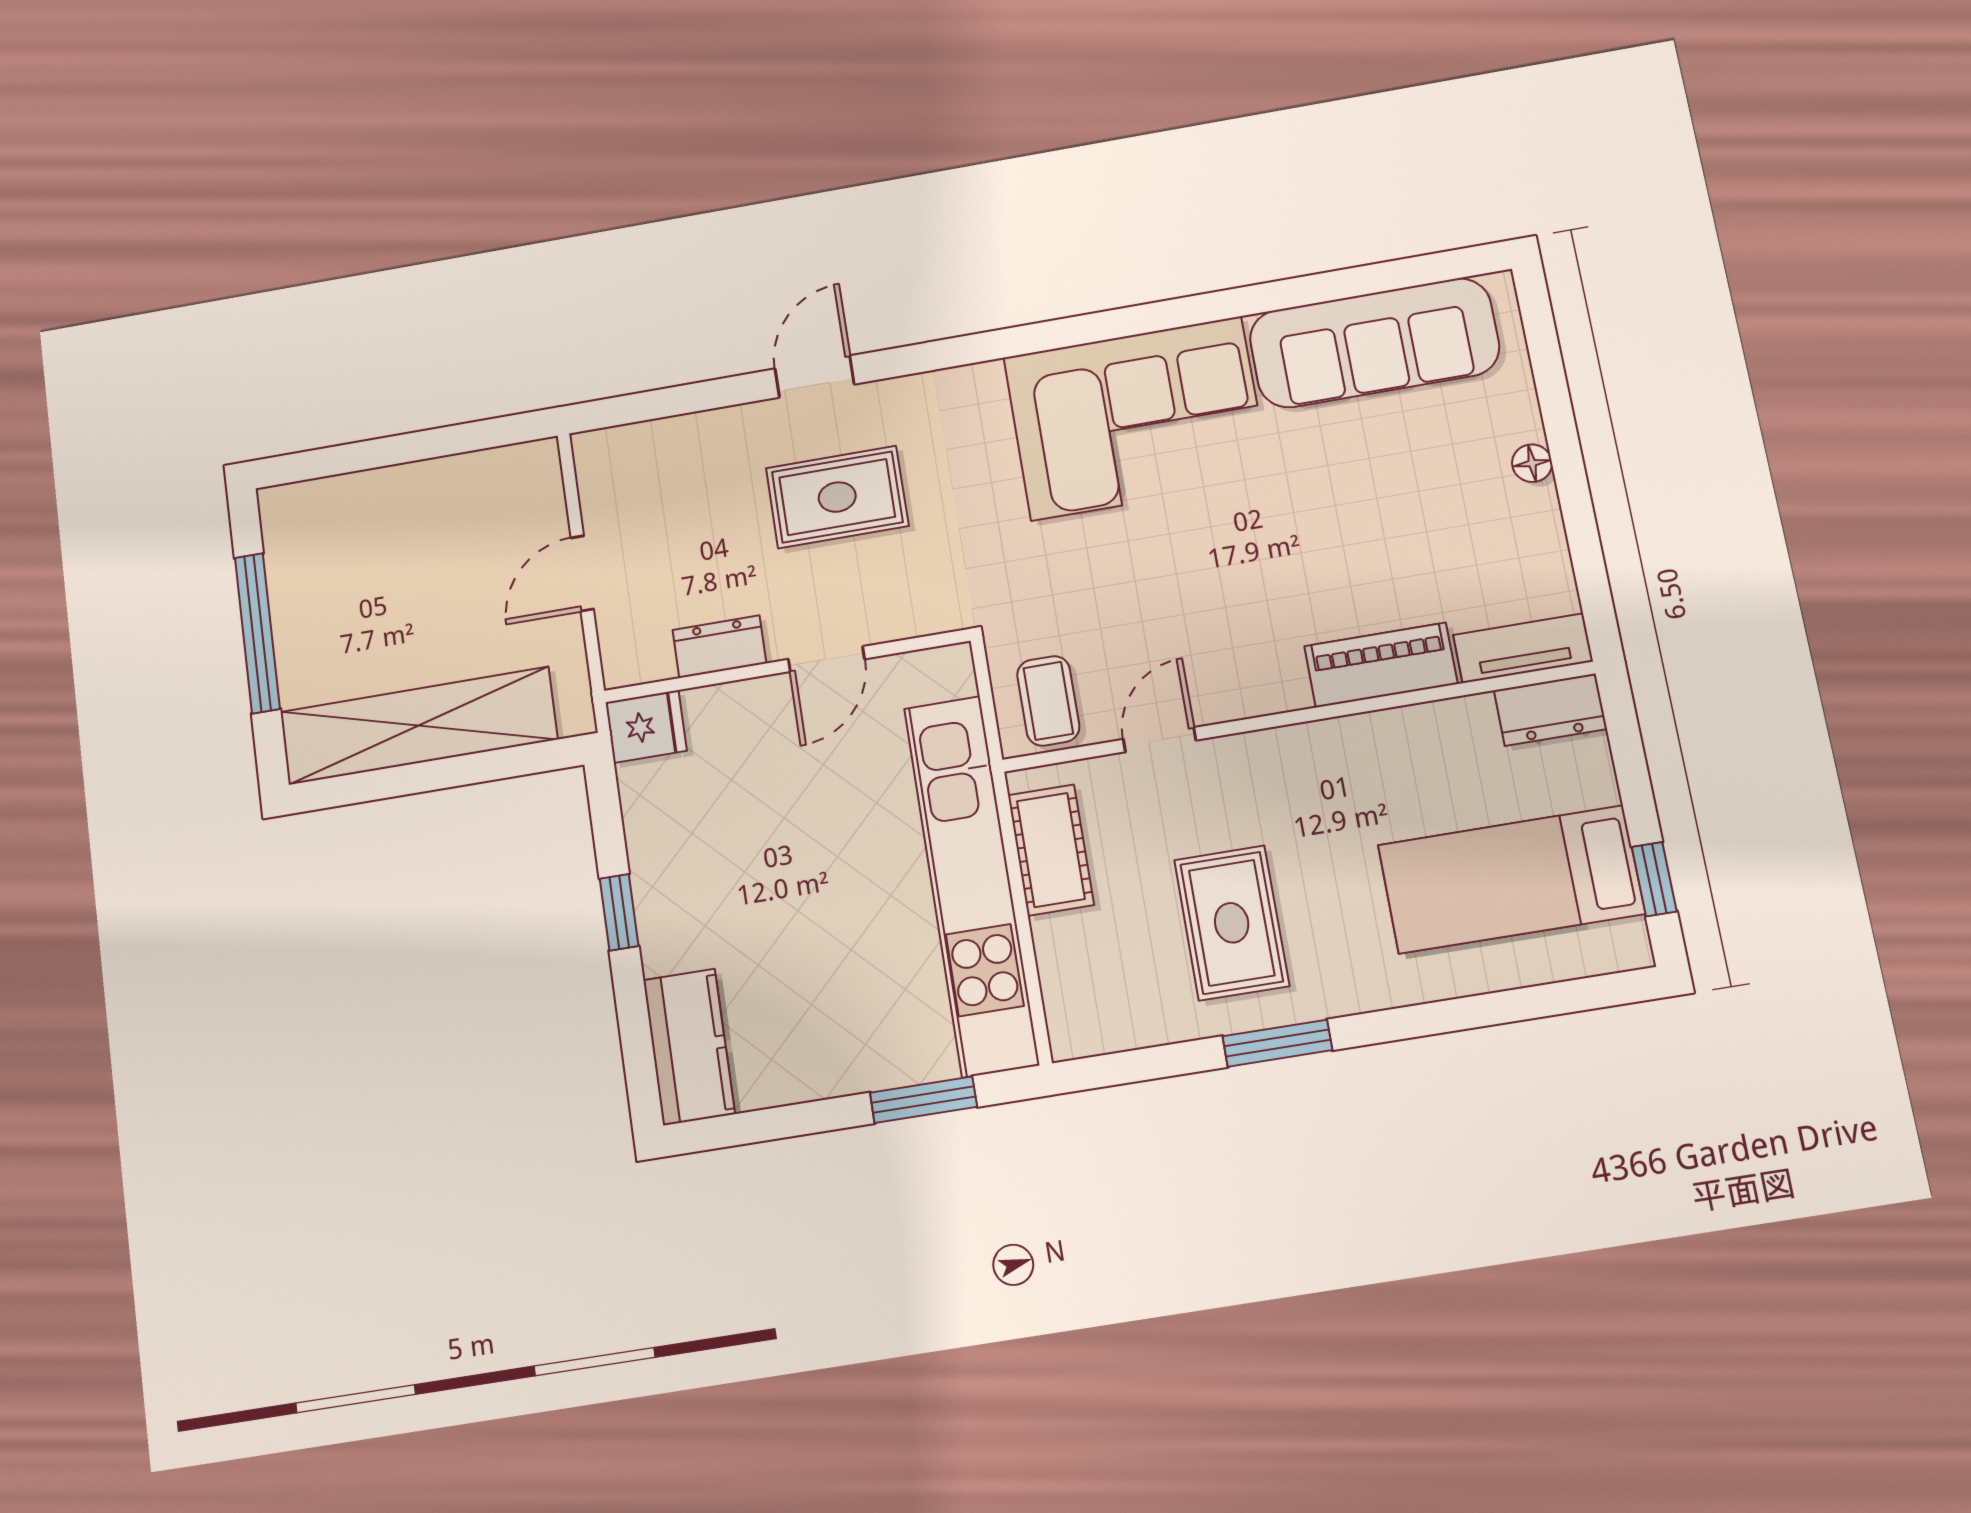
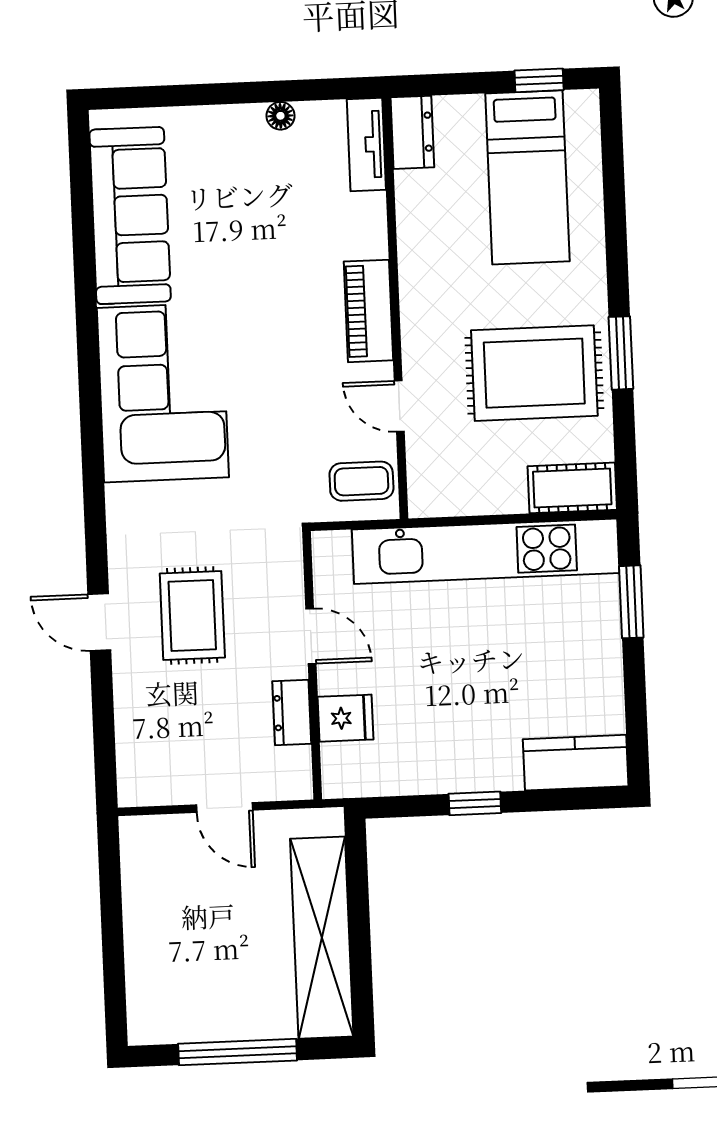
floor lamp: (1532, 463) -> (280, 116), moved
piano: (1381, 665) -> (368, 311), moved
fridge: (646, 726) -> (346, 718), moved, turned 90
cot: (1051, 850) -> (572, 488), moved
rug: (1232, 923) -> (534, 373), width x1.36, depth x1.43

